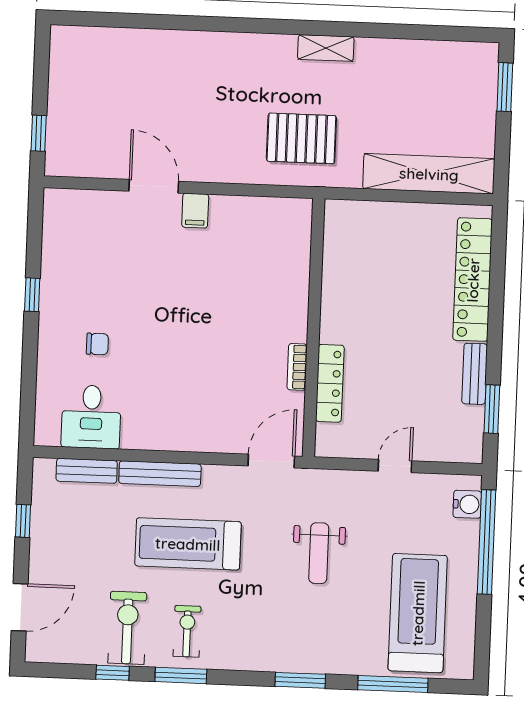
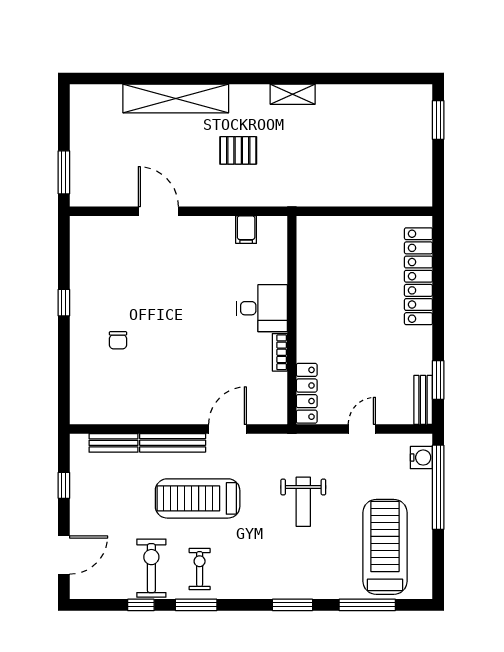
window: (39, 133) -> (64, 172), width x1.50
pallet: (301, 138) -> (238, 150), moved, width x0.67, depth x0.71
shelving: (429, 174) -> (176, 99), moved
filing cabinet: (195, 211) -> (246, 230), moved
chair: (97, 344) -> (118, 340), turned 90
bench: (475, 374) -> (423, 400), moved
locker: (330, 383) -> (307, 393), moved
desk: (91, 417) -> (262, 308), moved, turned -90
door: (271, 461) -> (227, 429), moved

